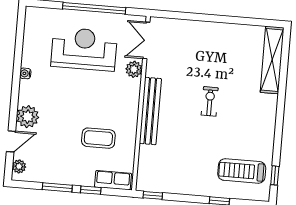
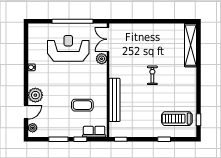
bench: (150, 111) -> (114, 100), moved

